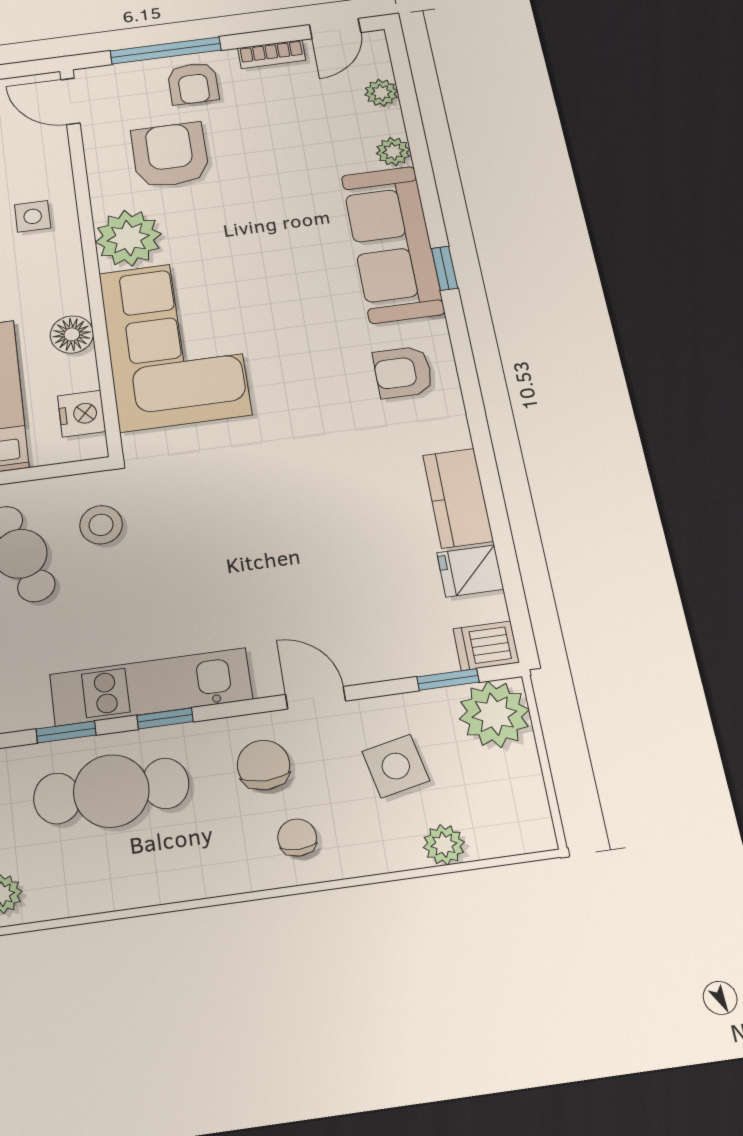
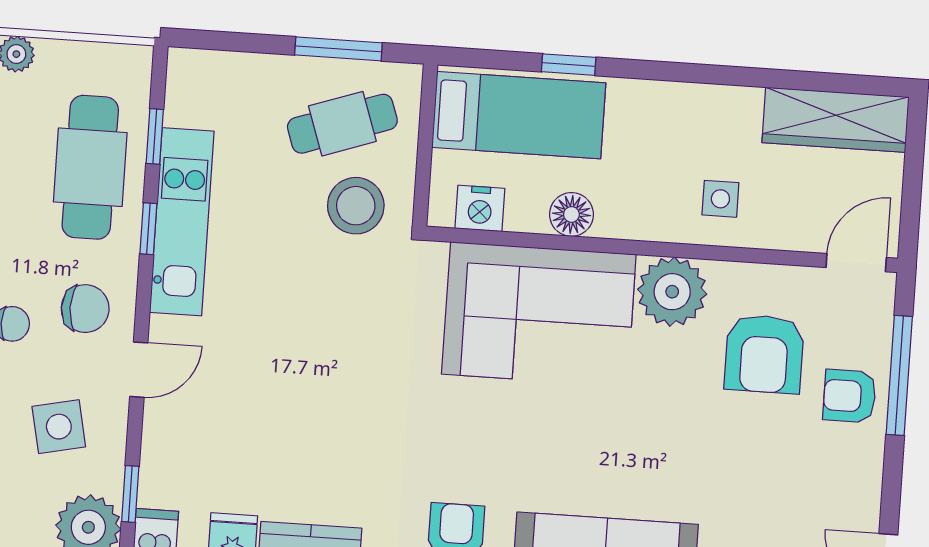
bookcase: (272, 54) -> (869, 487), removed
armchair: (170, 155) -> (764, 354), turned 90
stool: (101, 525) -> (356, 206), width x1.38, depth x1.38

